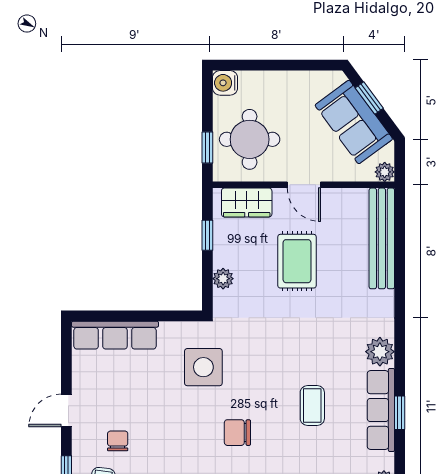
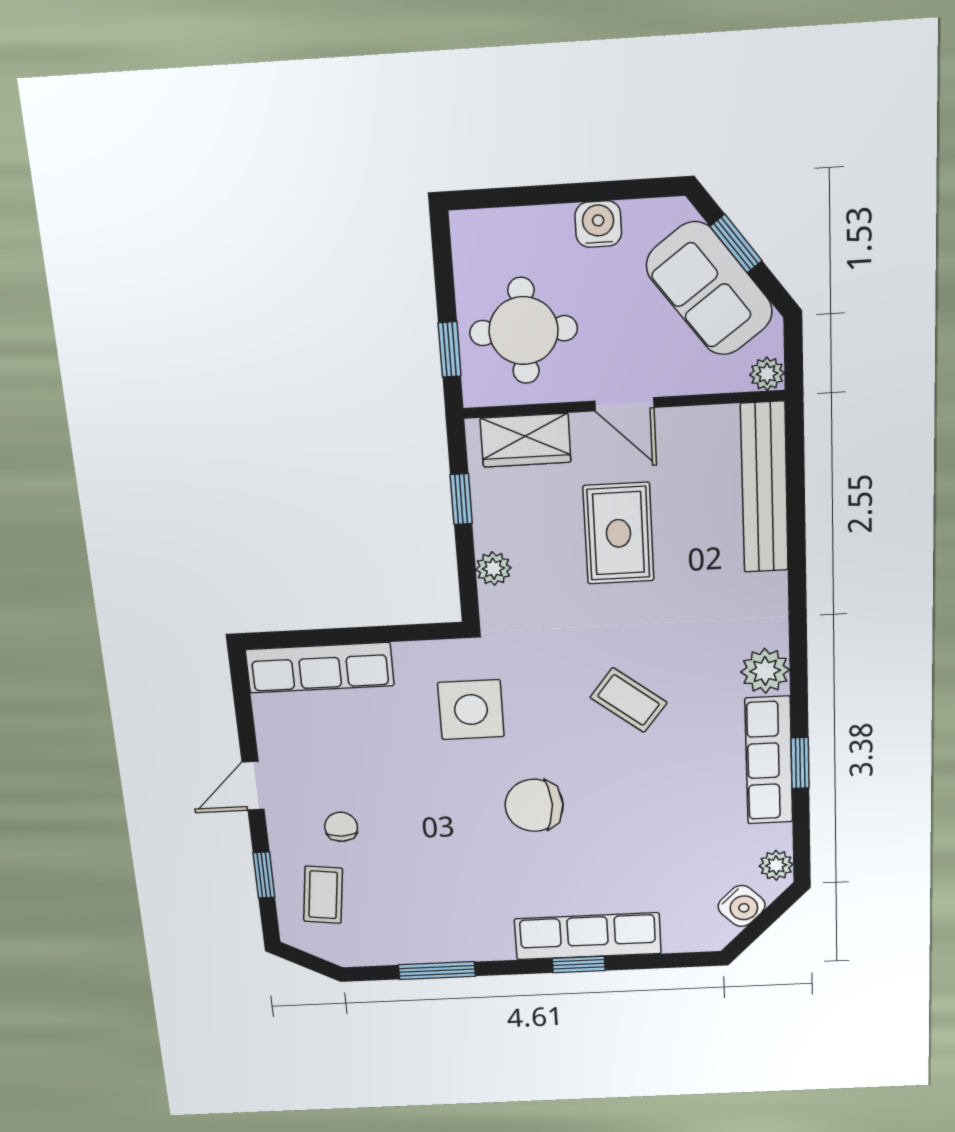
water cooler: (225, 83) -> (598, 224), moved, turned 90
coffee table: (312, 406) -> (629, 700), moved, turned -52
chair: (237, 433) -> (534, 805), width x1.37, depth x1.37

